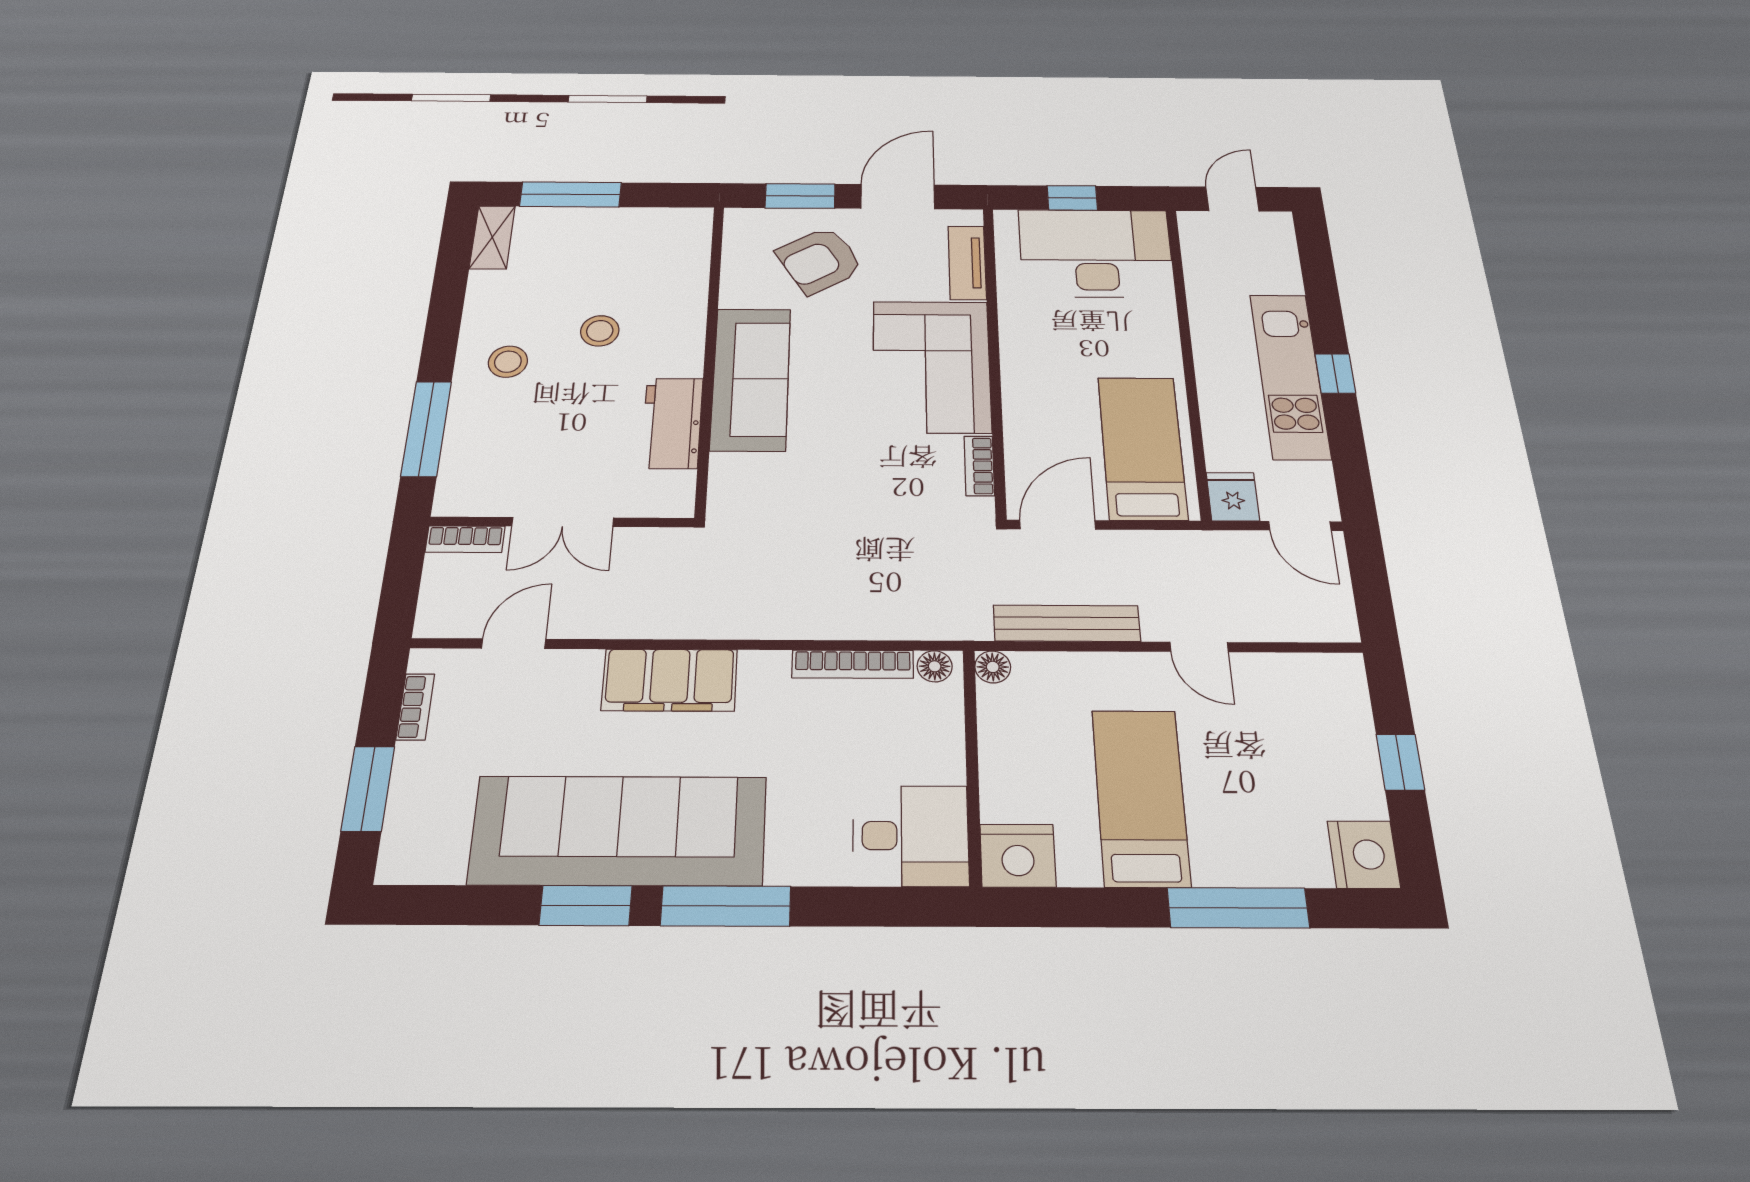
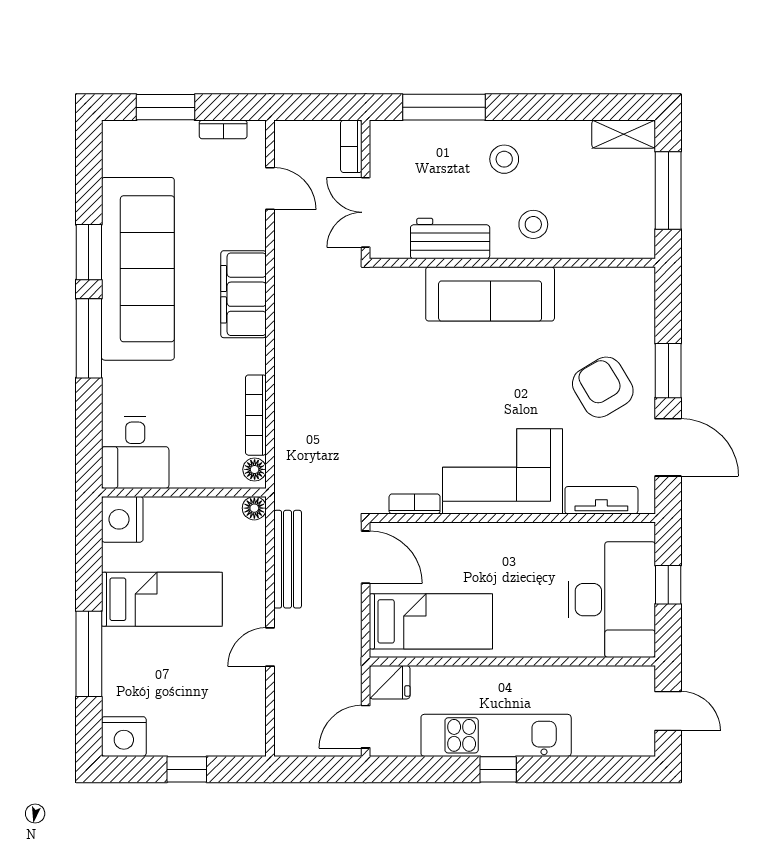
wall: (710, 354) -> (512, 263), moved
sofa: (751, 379) -> (490, 294), moved
workbench: (672, 423) -> (450, 239), moved

